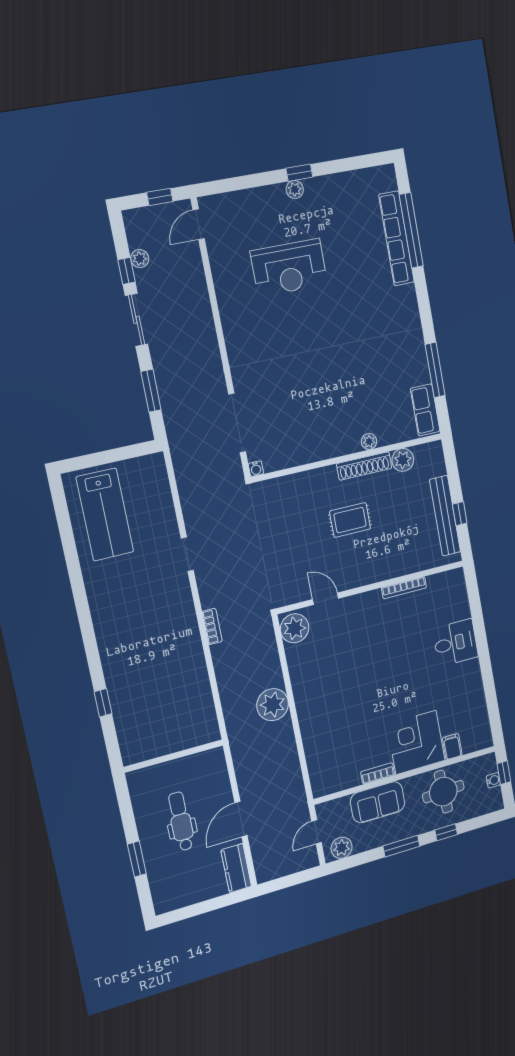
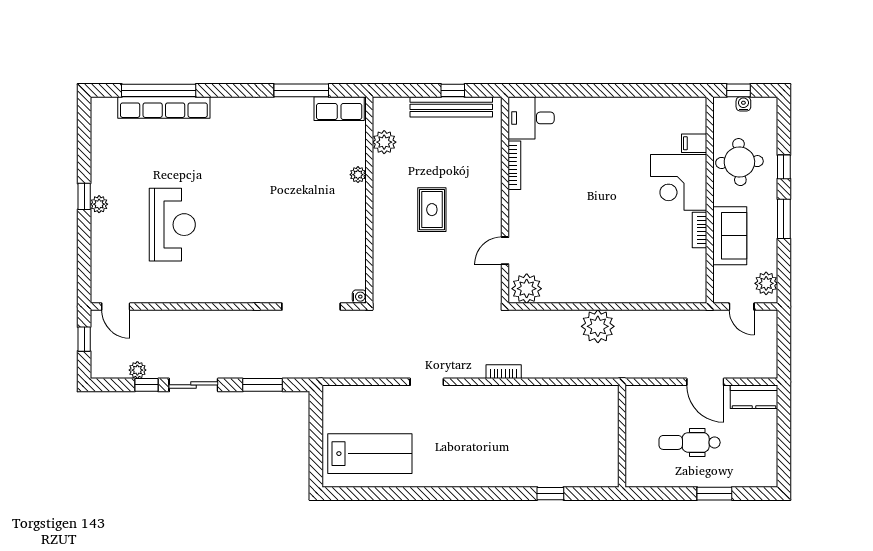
shoe rack: (364, 466) -> (381, 184), removed
desk: (455, 643) -> (531, 118), moved, turned -90

